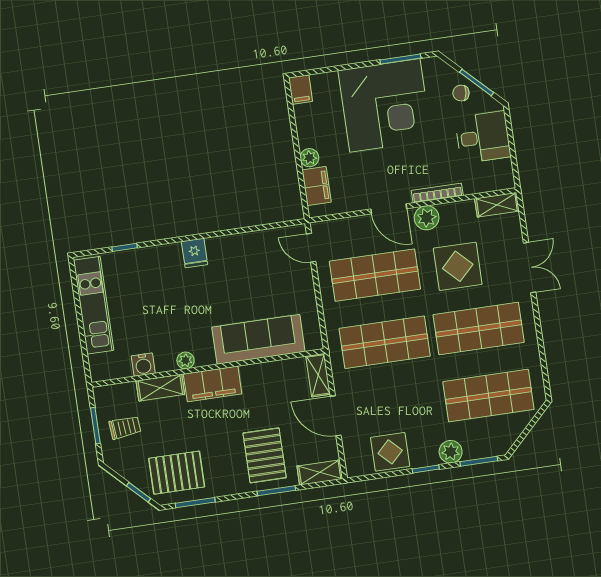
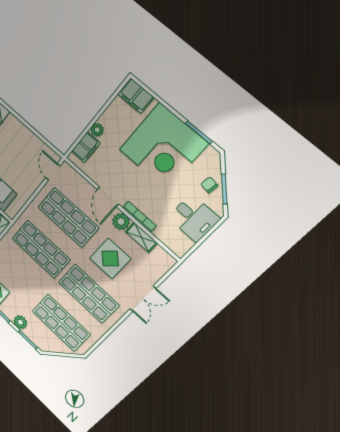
filing cabinet: (301, 90) -> (136, 96), width x2.00
shelving: (497, 205) -> (141, 237), moved

